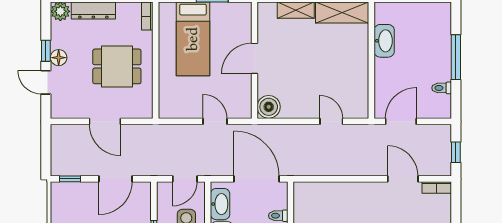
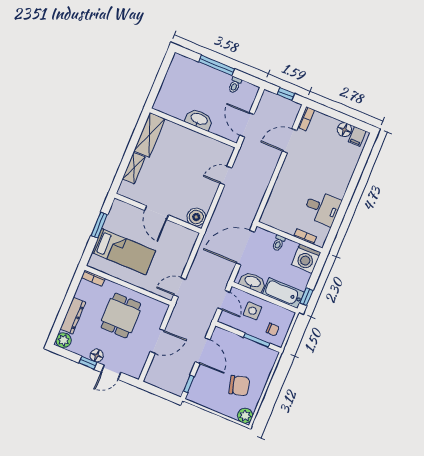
washbasin: (384, 41) -> (199, 119), moved
door: (215, 121) -> (180, 287), moved

